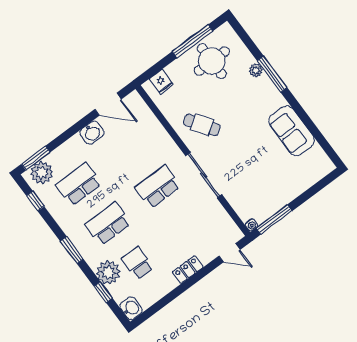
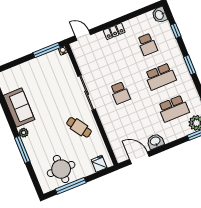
plant: (256, 70) -> (24, 133), moved
school desk: (158, 187) -> (120, 93), width x0.54
plant: (108, 273) -> (169, 43), removed

